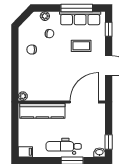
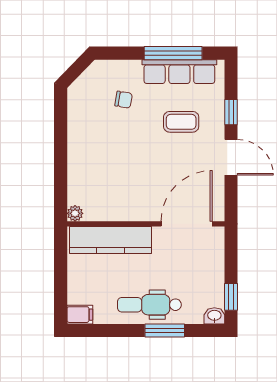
plant: (45, 16) -> (115, 68), removed
window: (109, 29) -> (231, 112), moved
chair: (32, 50) -> (91, 129), removed

